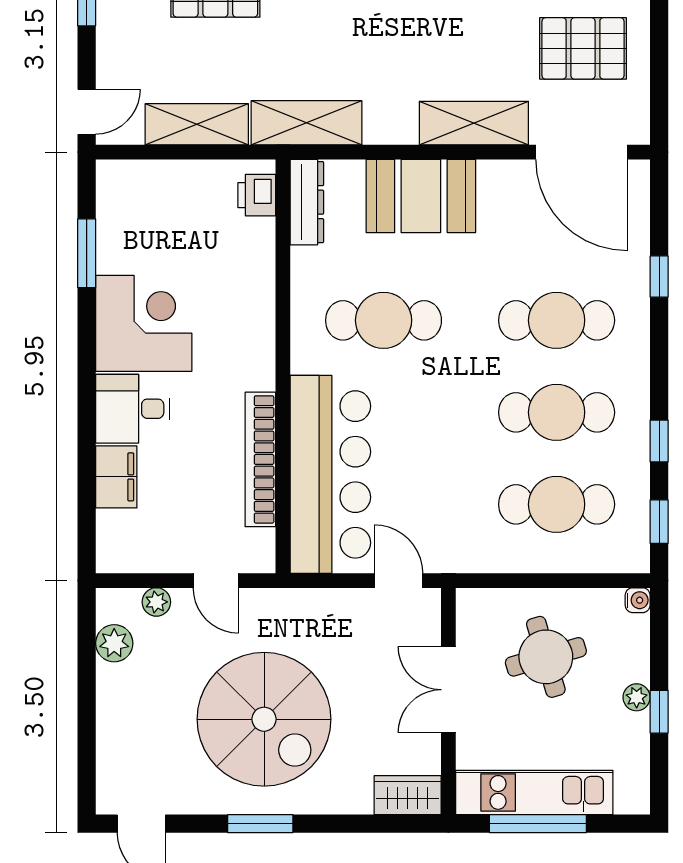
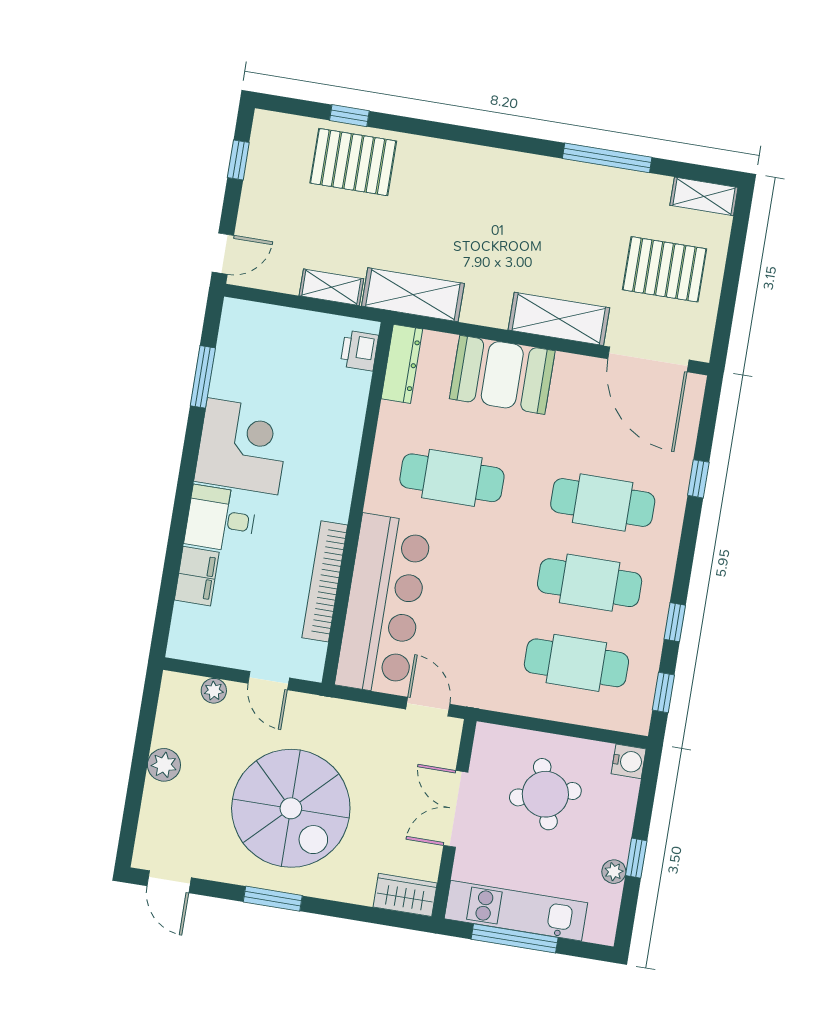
shelving: (197, 124) -> (331, 287), width x0.67, depth x0.75
water cooler: (638, 600) -> (629, 761), width x1.38, depth x1.38
plant: (114, 643) -> (164, 765), moved
plant: (637, 697) -> (614, 872), moved

